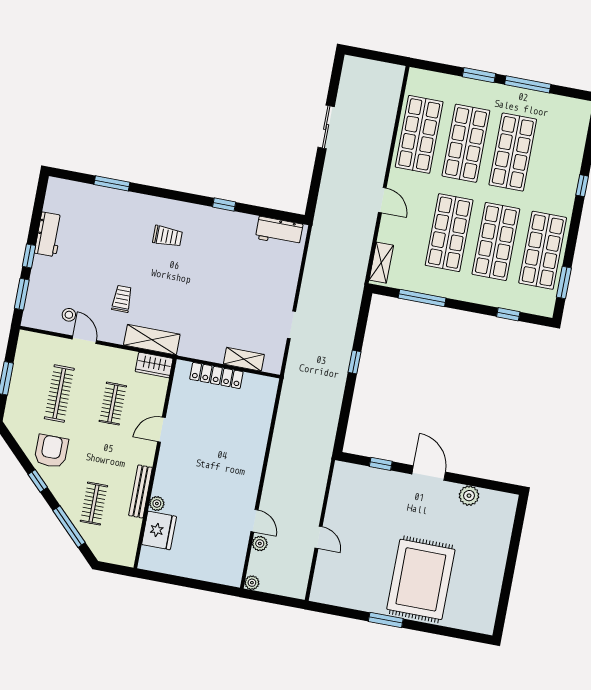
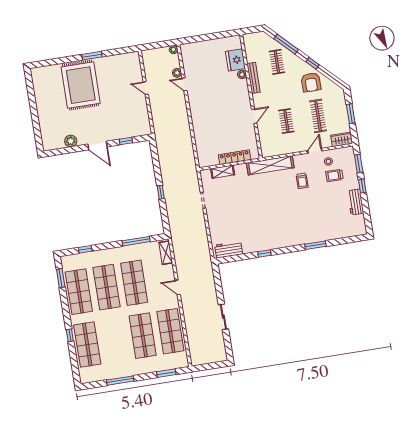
window: (479, 75) -> (166, 373), moved
shop shelf: (513, 152) -> (87, 345), moved
window: (112, 183) -> (315, 245), moved
trolley: (167, 236) -> (334, 175), moved
door: (84, 340) -> (315, 151), swing flipped
shelving: (152, 340) -> (270, 165), width x1.47
wardrobe: (154, 365) -> (342, 139), moved

